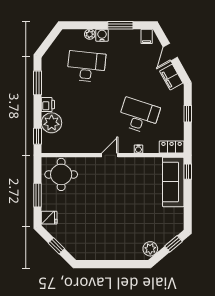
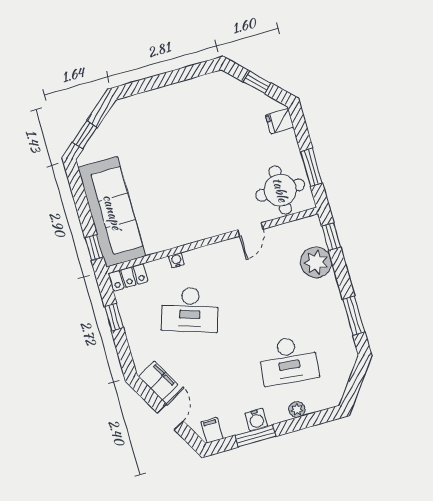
water cooler: (102, 35) -> (256, 420), moved
printer: (48, 105) -> (329, 288), removed
window: (188, 114) -> (114, 317), moved
door: (110, 155) -> (250, 230), moved
sofa: (173, 182) -> (112, 212), width x1.36, depth x1.27
window: (38, 195) -> (311, 167), moved
plant: (150, 249) -> (117, 118), removed

